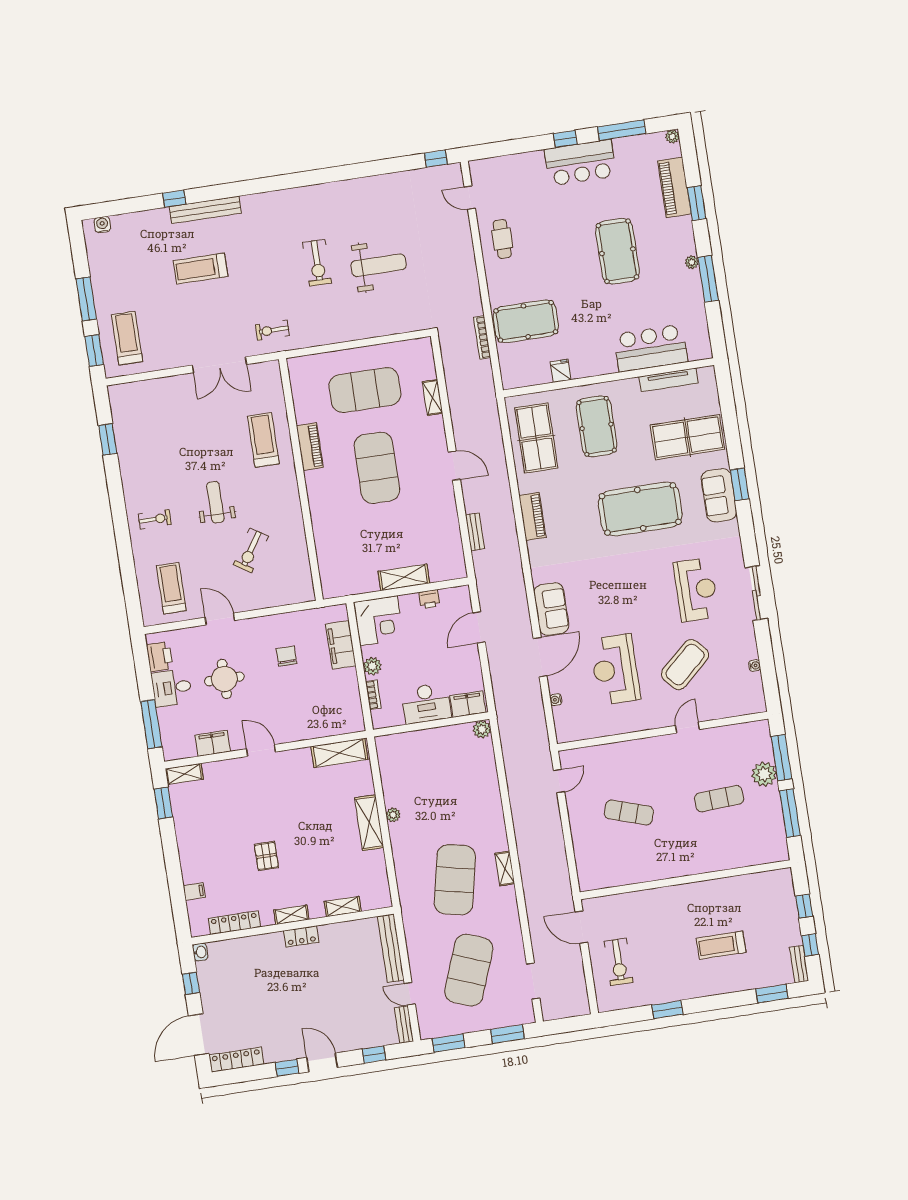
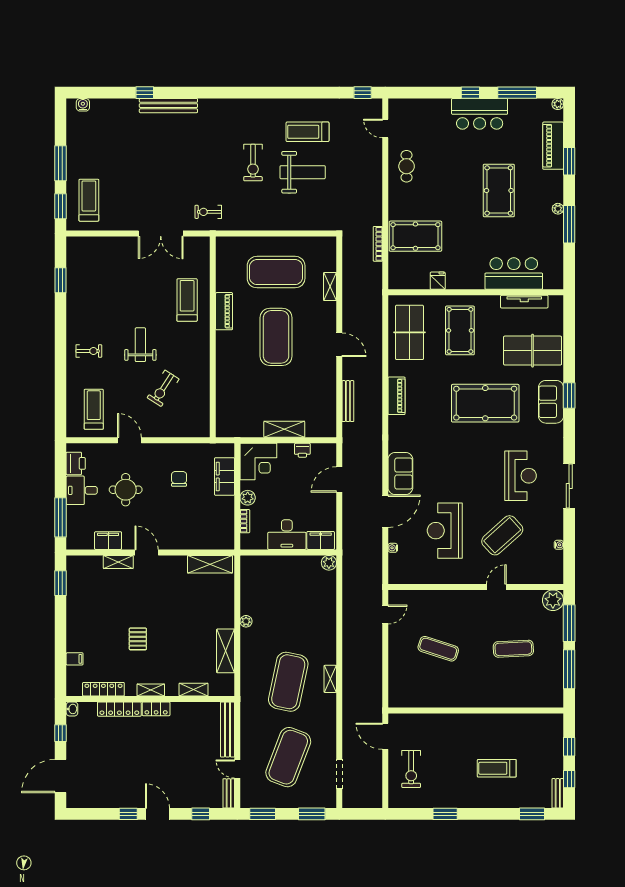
treadmill: (201, 269) -> (307, 132), moved
bench: (475, 532) -> (348, 401), width x1.36
shelving: (184, 774) -> (118, 562), moved
plant: (764, 774) -> (553, 600), moved
shelving: (369, 823) -> (226, 651), moved
locker: (236, 1060) -> (119, 709), moved, turned 180

